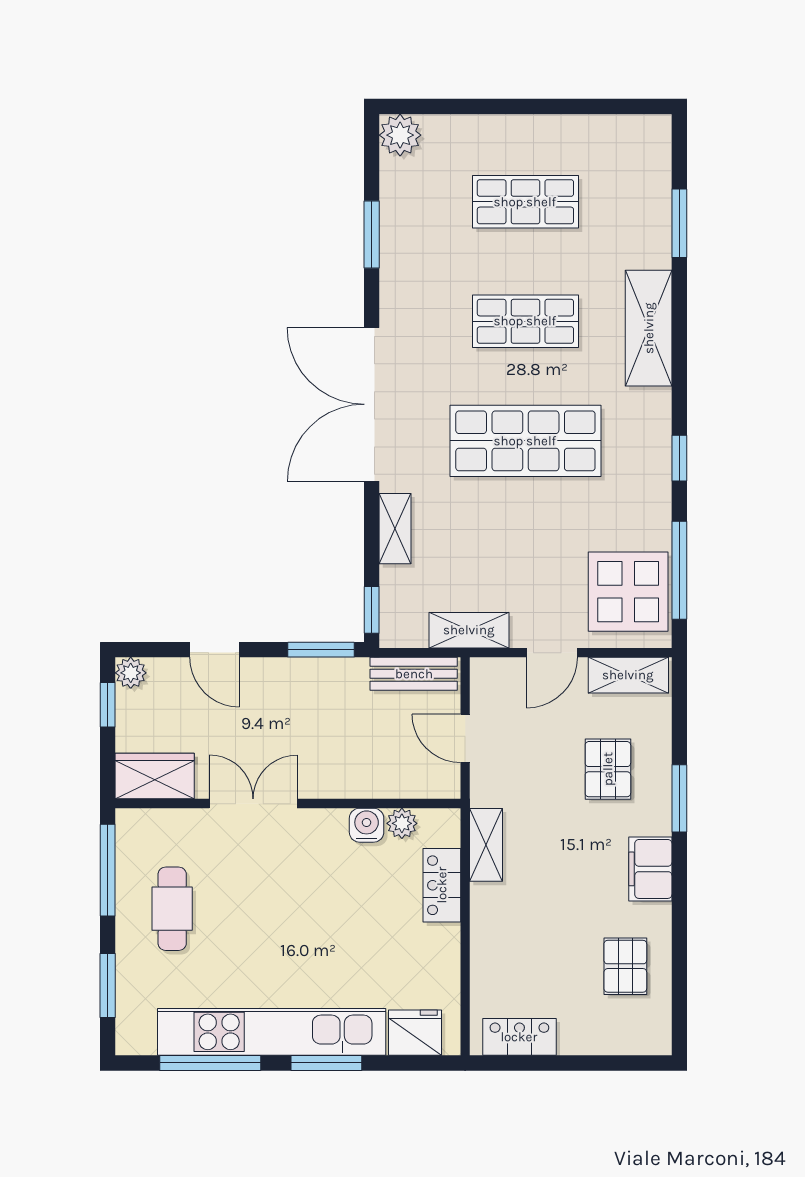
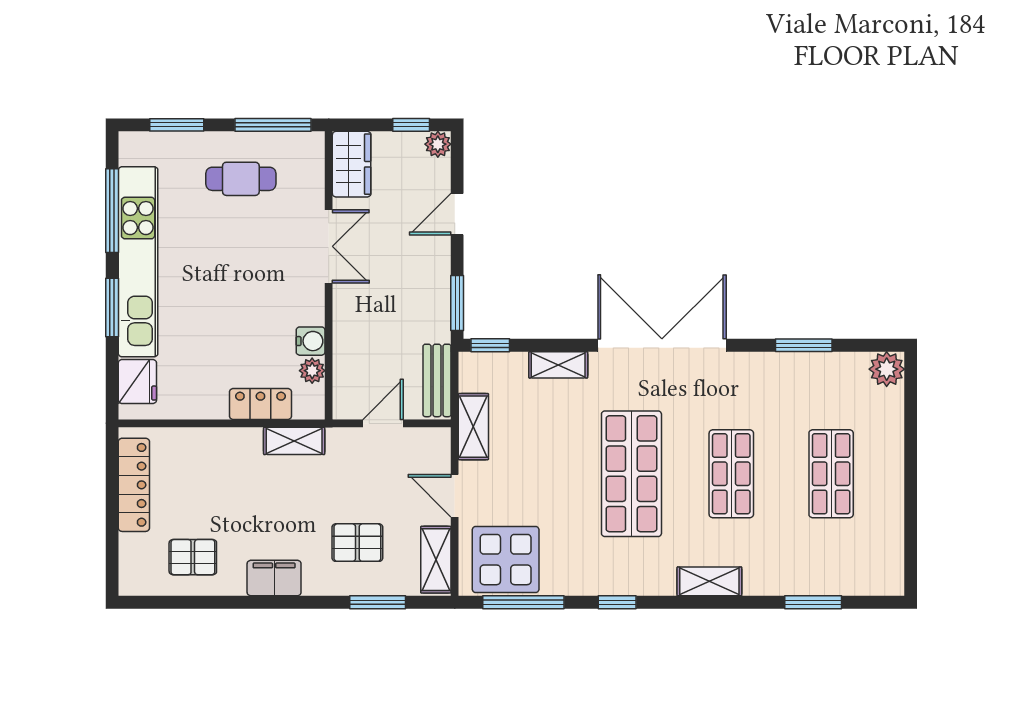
shelving: (649, 328) -> (709, 581), width x0.67, depth x0.75
window: (679, 798) -> (378, 602), moved
locker: (519, 1037) -> (134, 485), width x1.53

